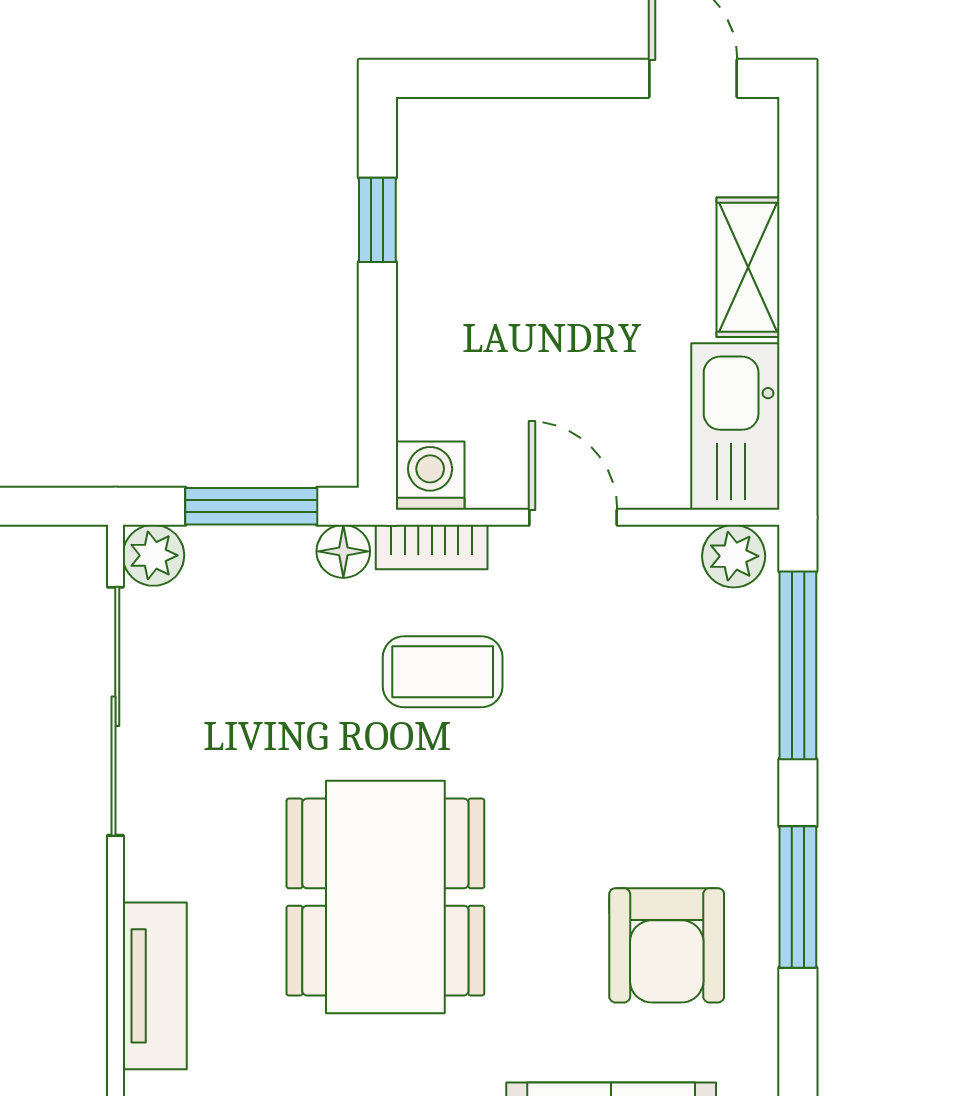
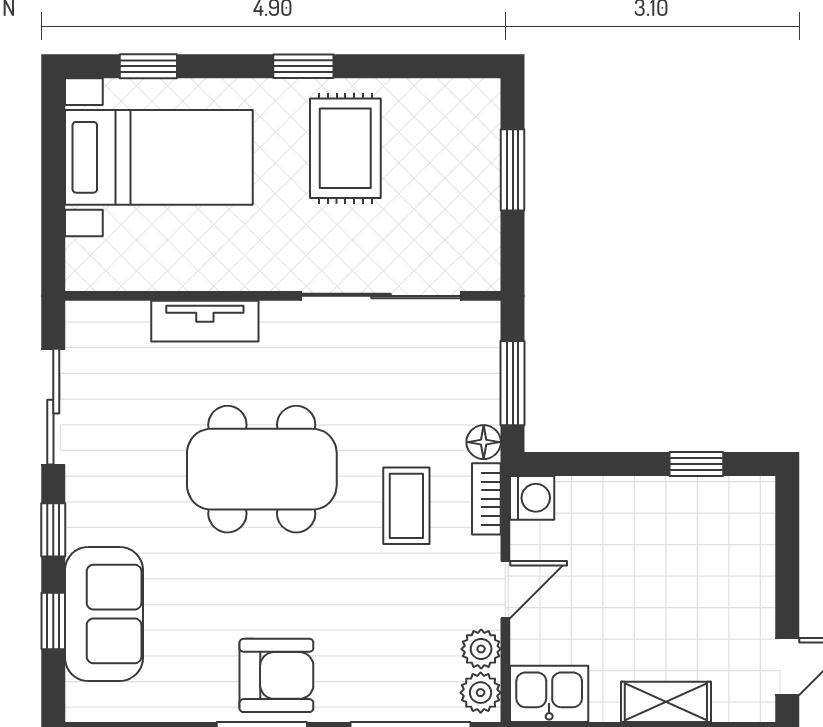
kitchen sink: (735, 427) -> (549, 694), width x0.73
plant: (153, 555) -> (481, 649), moved
armchair: (667, 945) -> (276, 675), moved, turned 180

